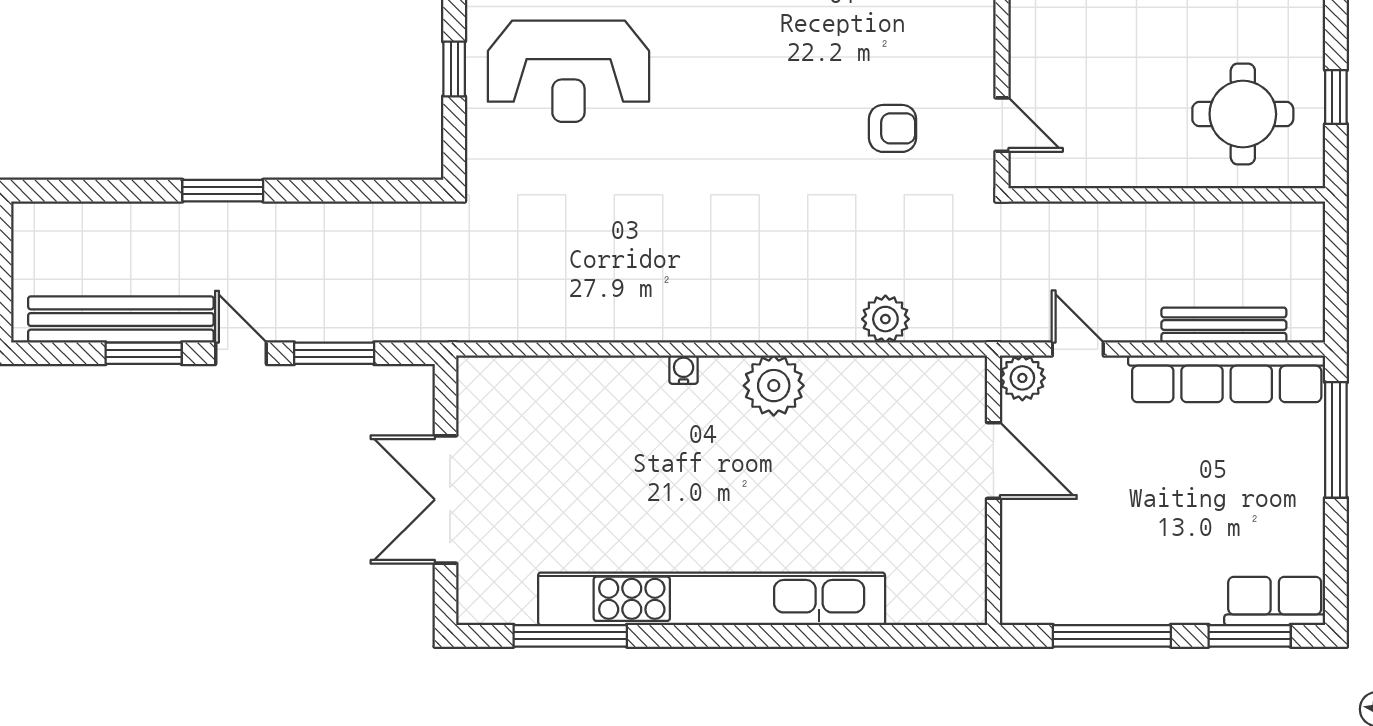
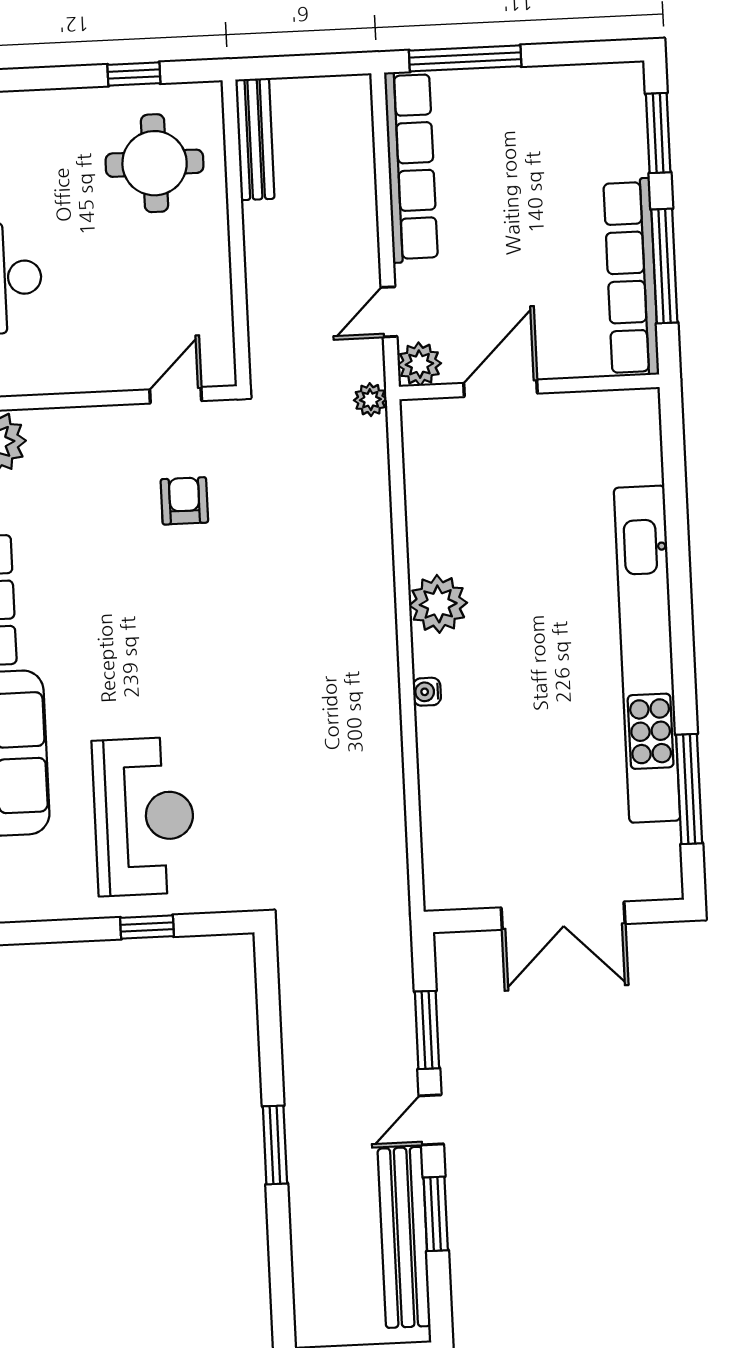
plant: (885, 319) -> (370, 400), moved, width x0.73, depth x0.73
bench: (1224, 325) -> (255, 139), moved
row of seats: (1275, 601) -> (631, 277), moved, width x2.02

